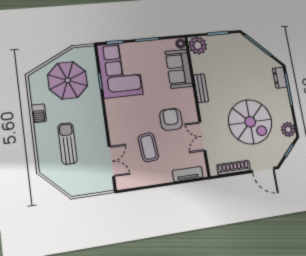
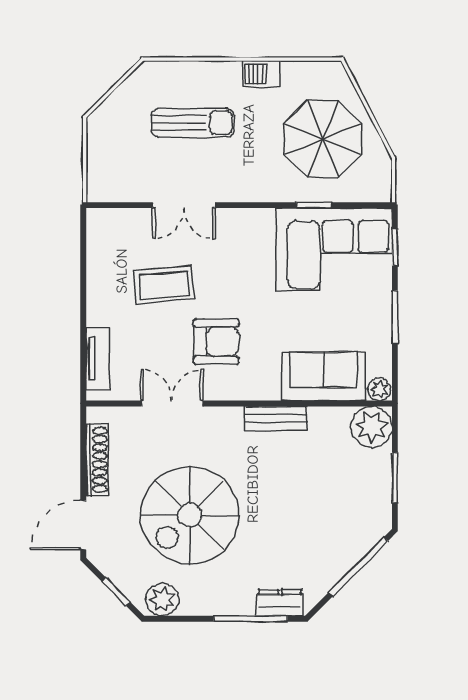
double door: (111, 161) -> (184, 205), moved

